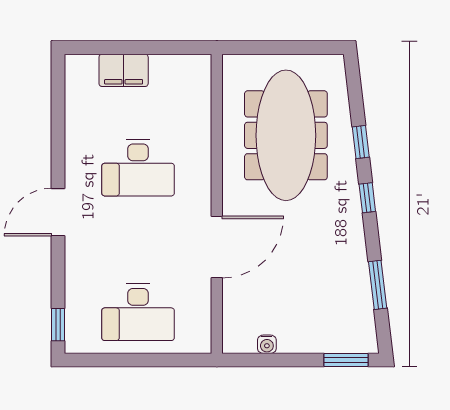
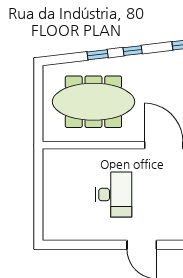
filing cabinet: (124, 70) -> (53, 204), removed

